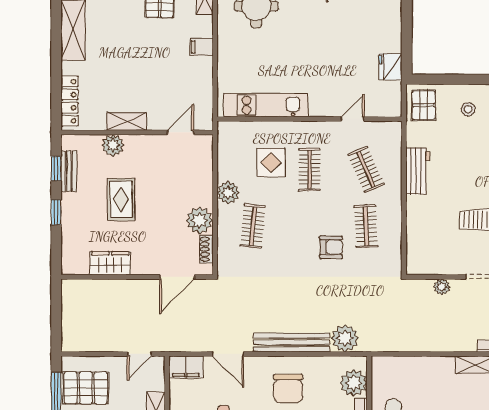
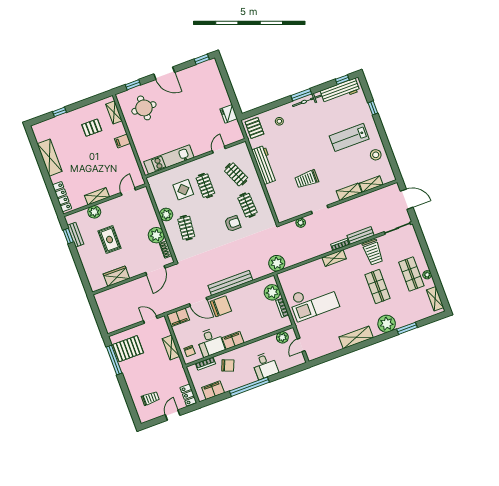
workbench: (418, 171) -> (264, 165), width x1.38
window: (56, 212) -> (77, 260), removed
plant: (345, 338) -> (277, 263), moved
door: (139, 354) -> (150, 320), swing flipped
chair: (288, 389) -> (221, 306), moved, turned -90

